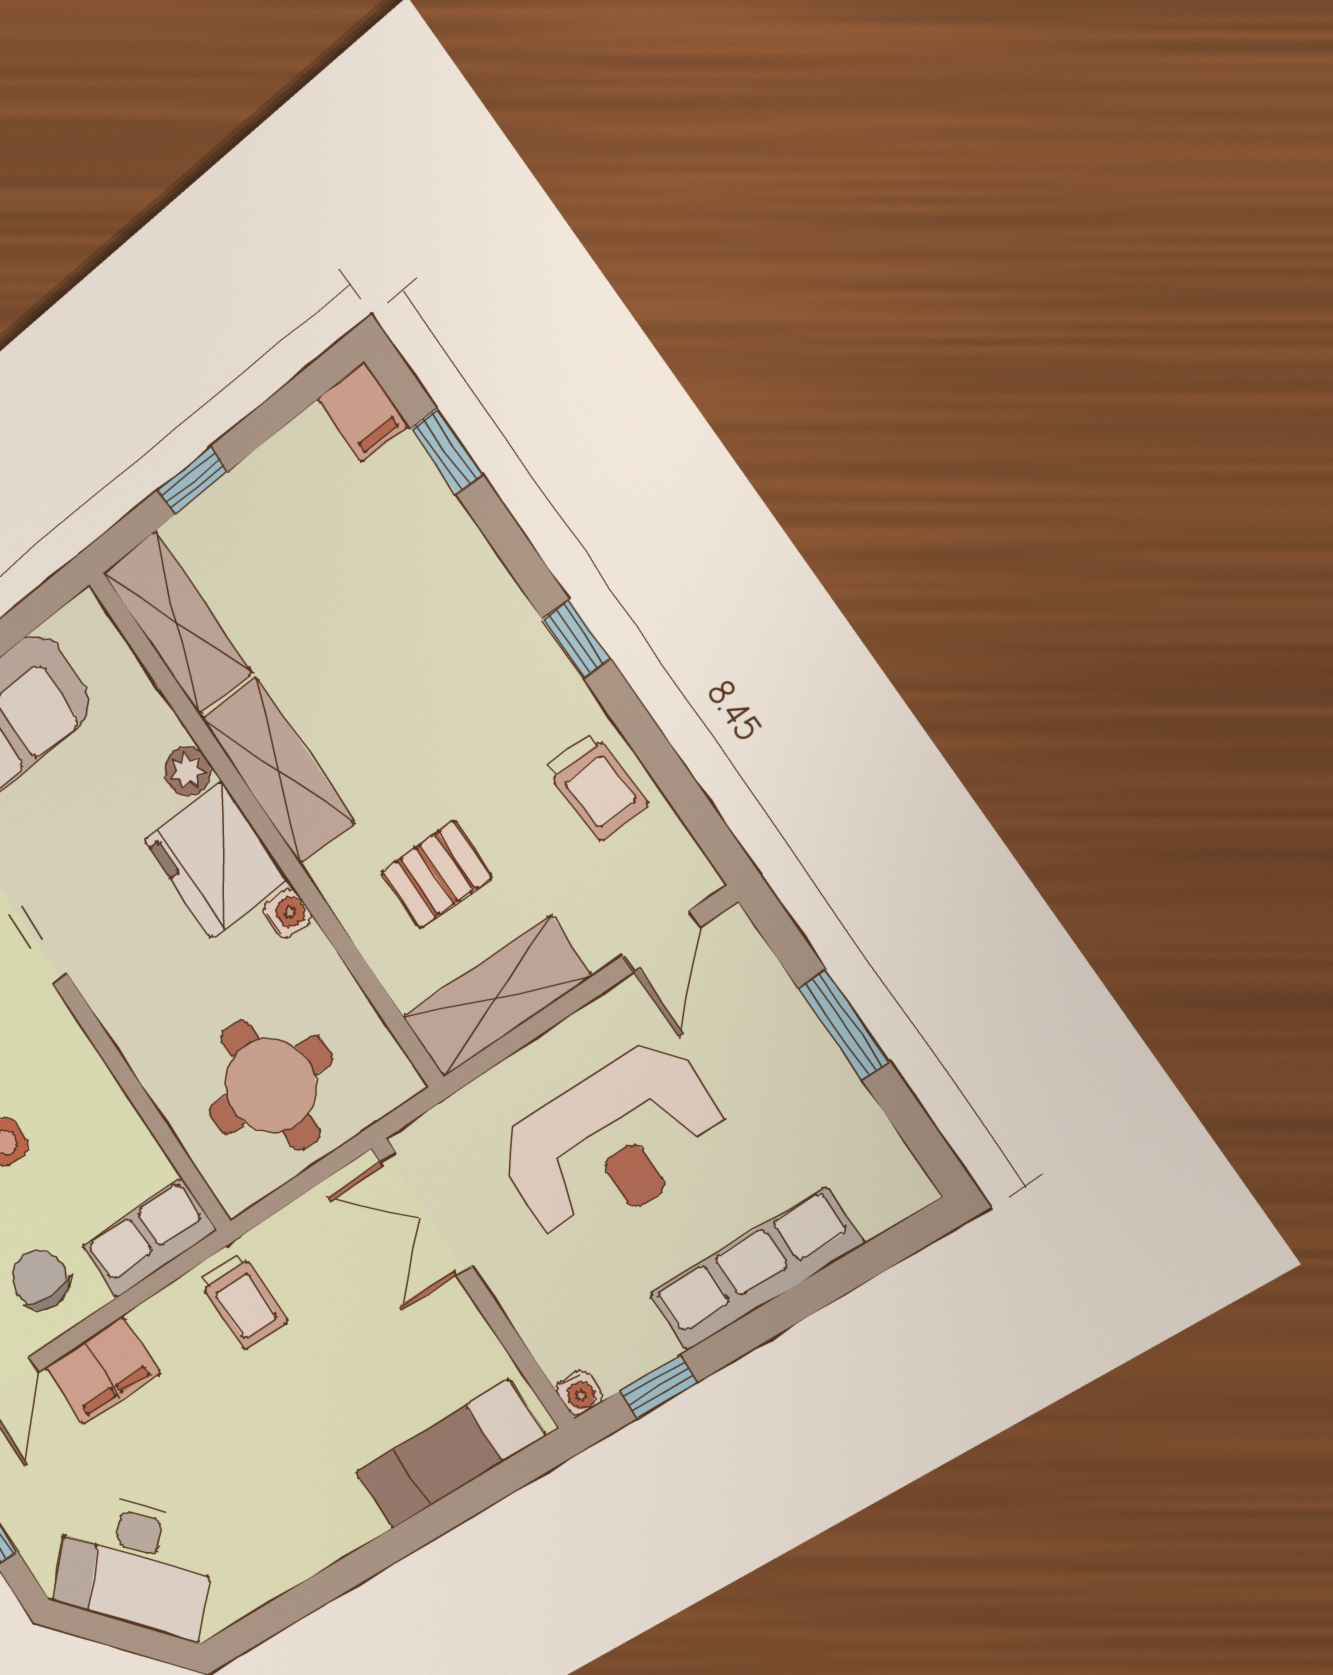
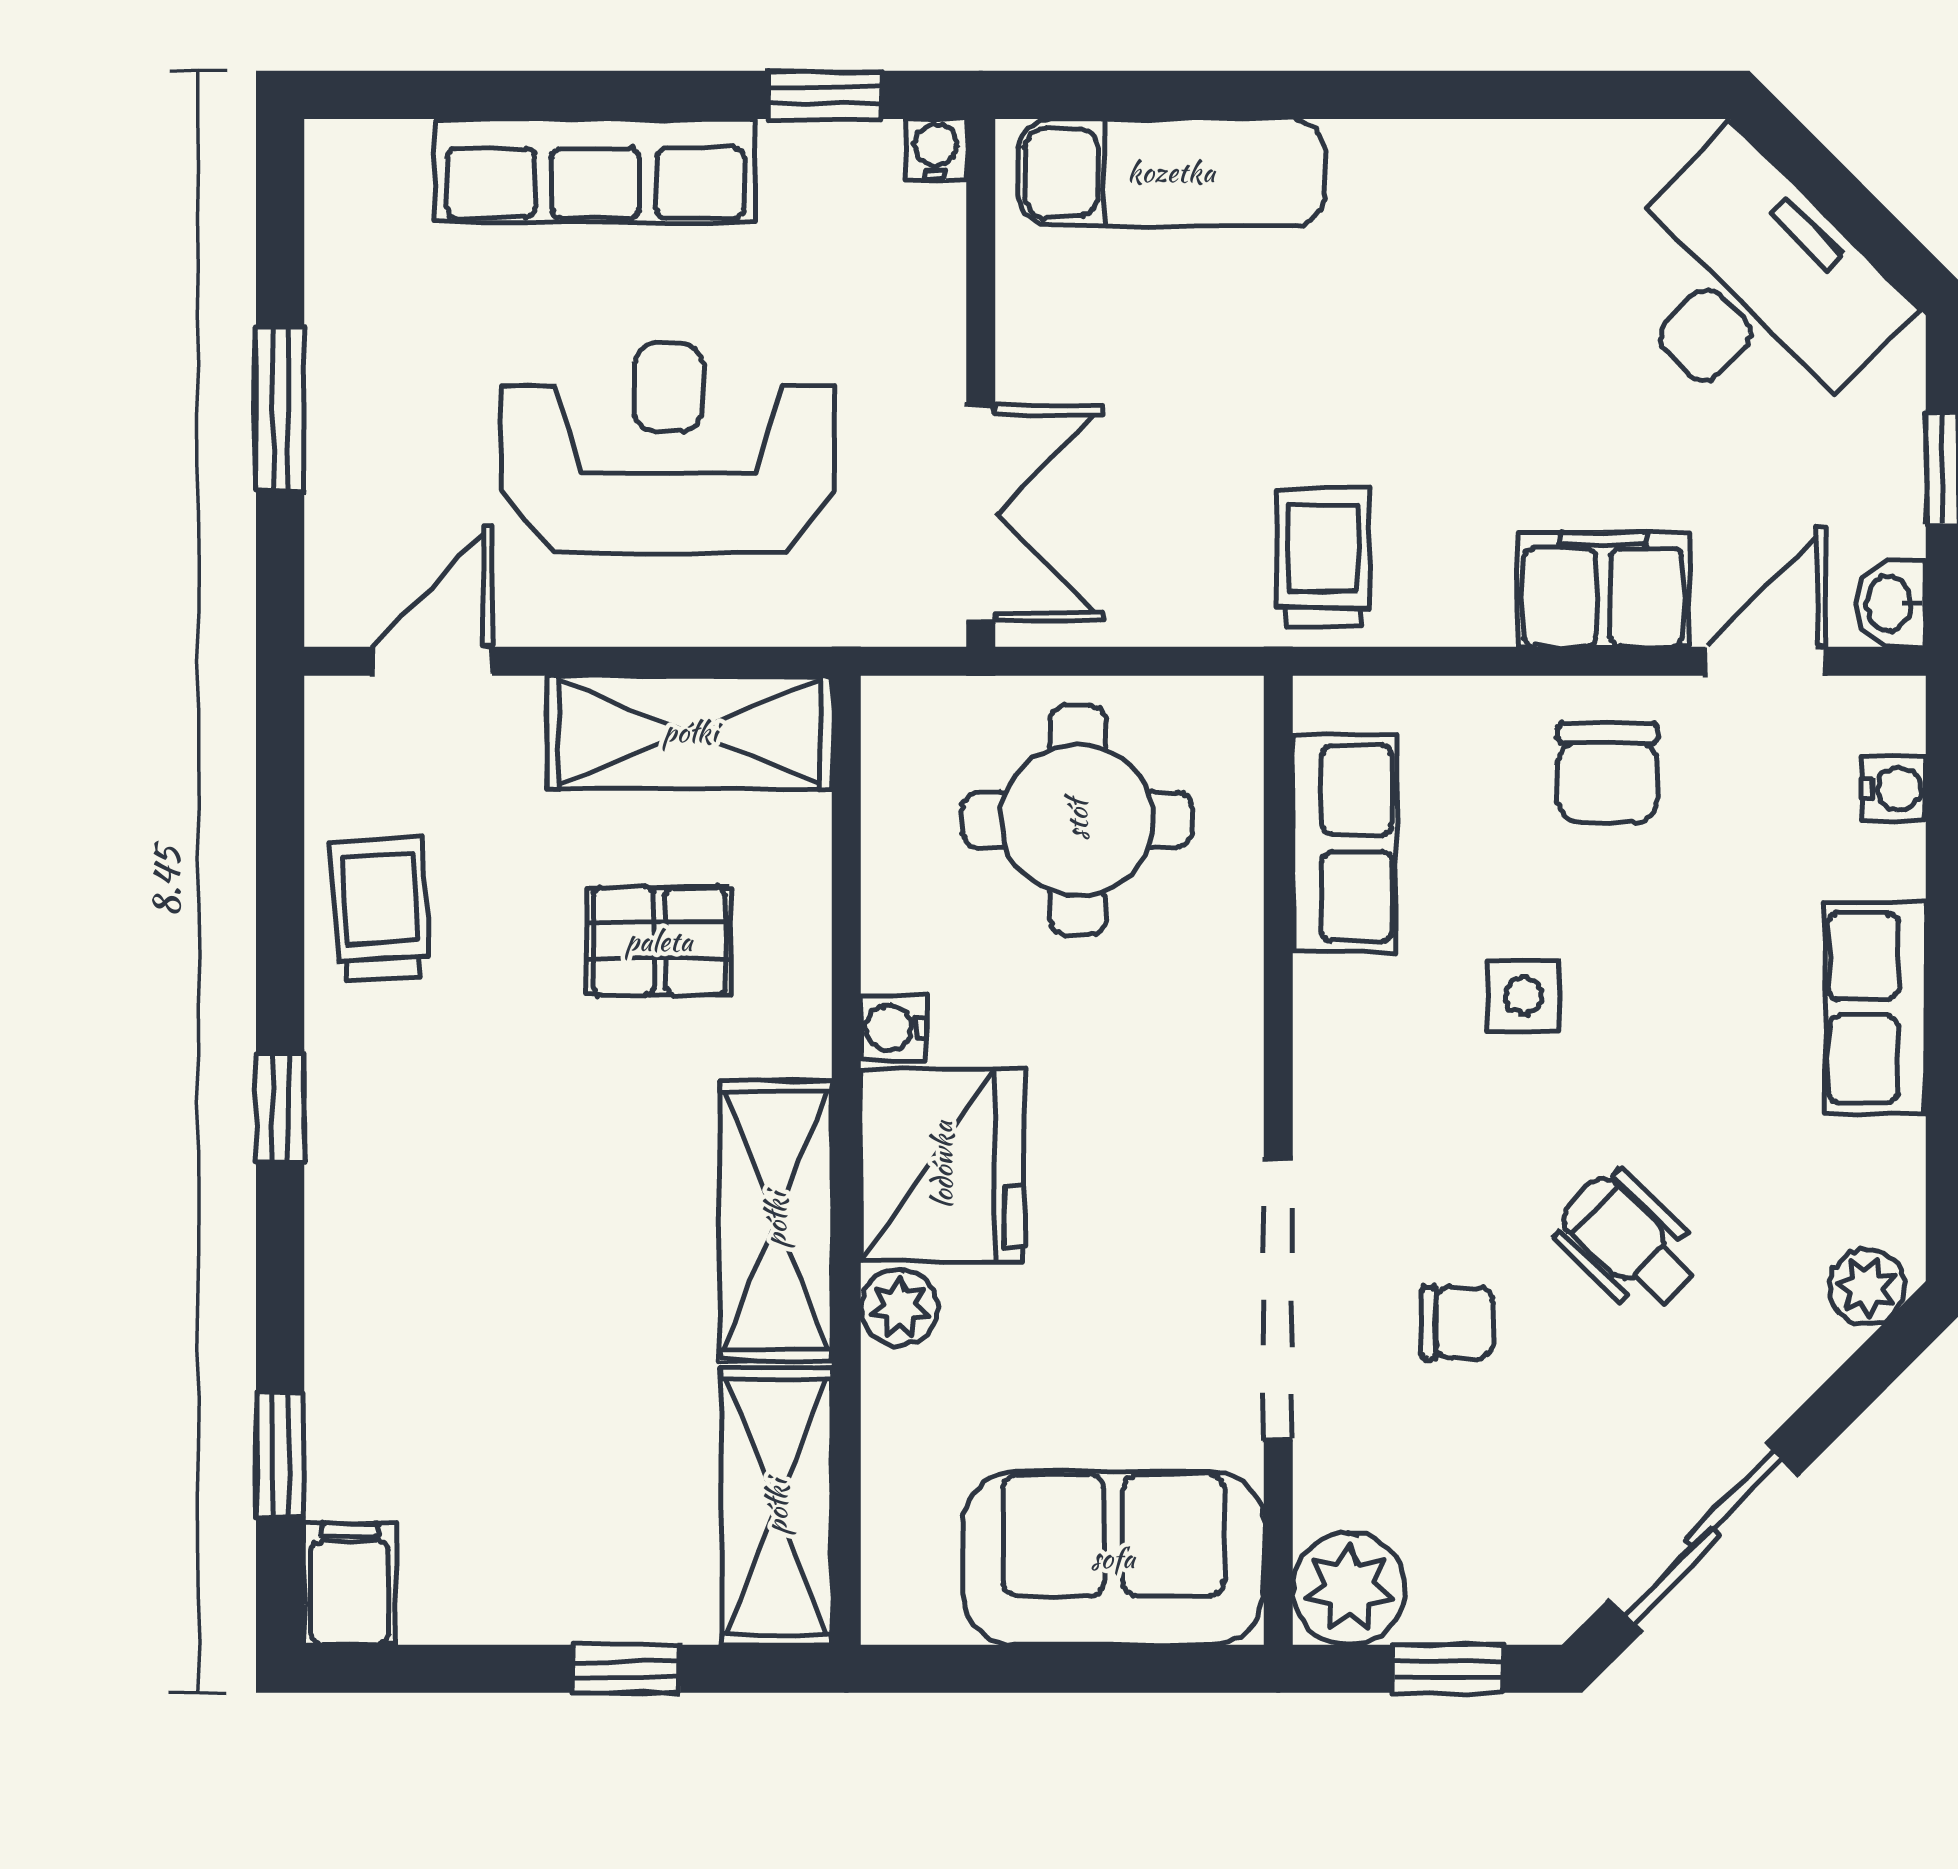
row of seats: (149, 1238) -> (1344, 843), moved, turned -90

